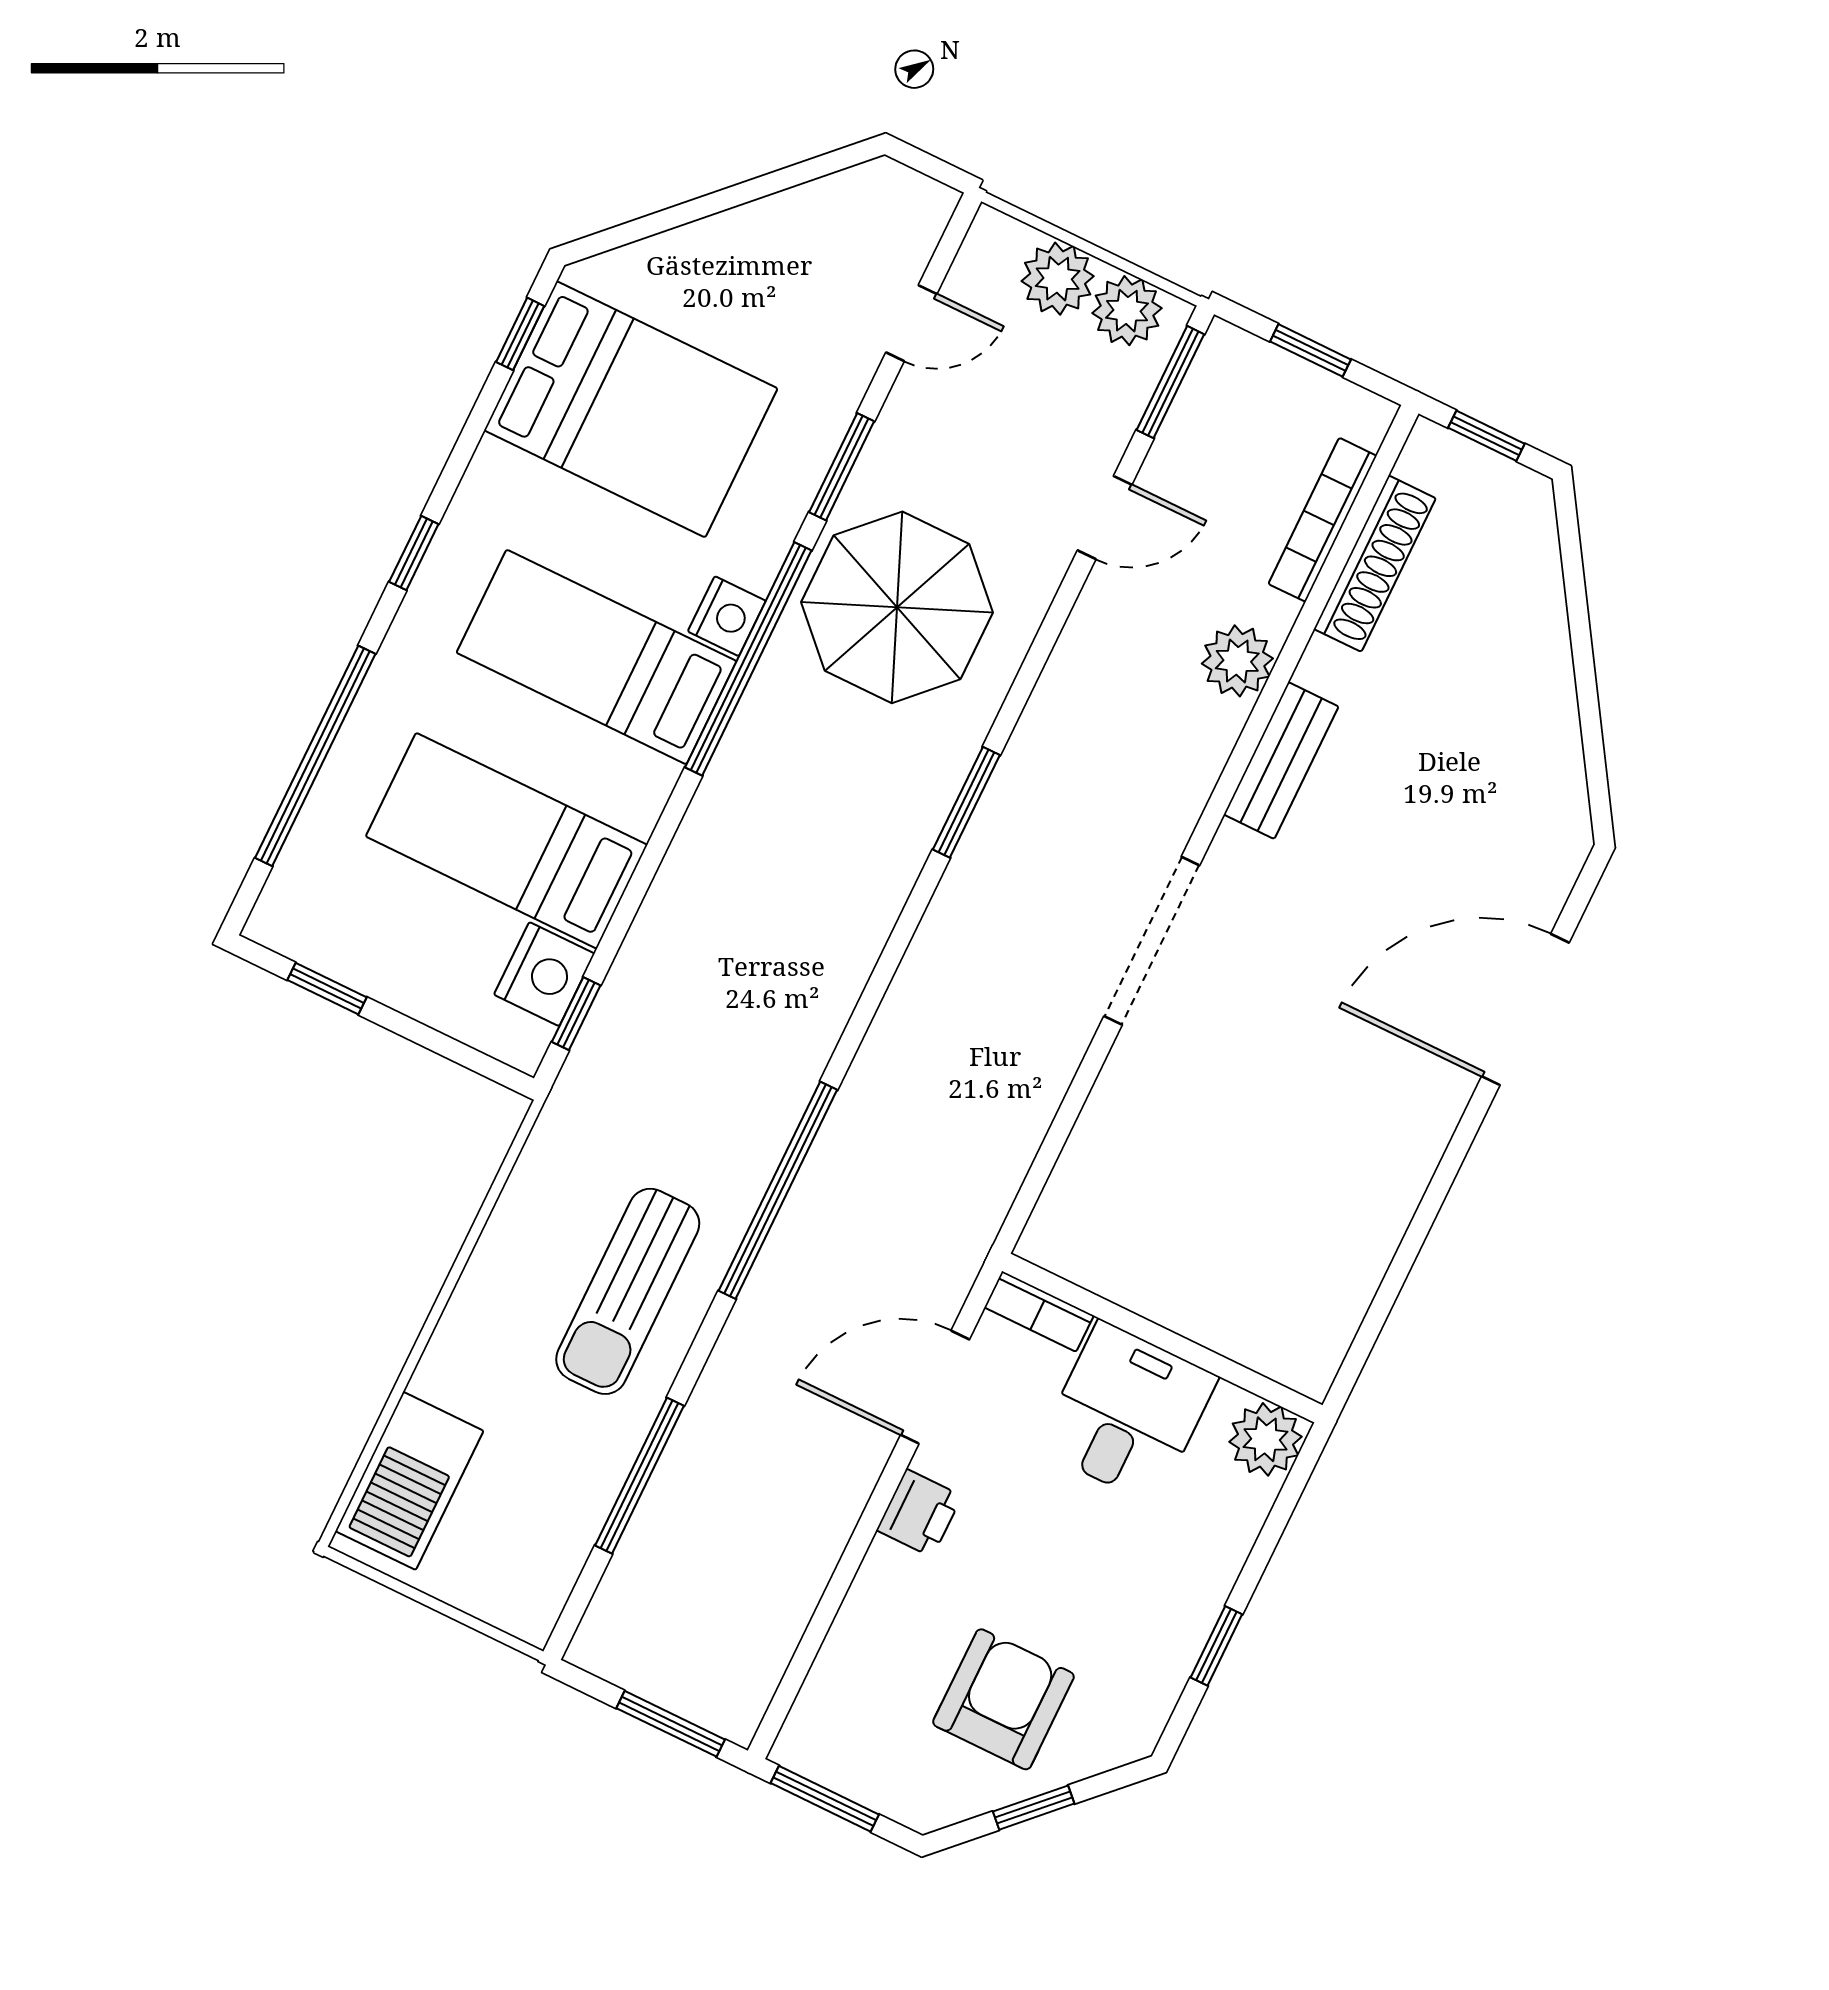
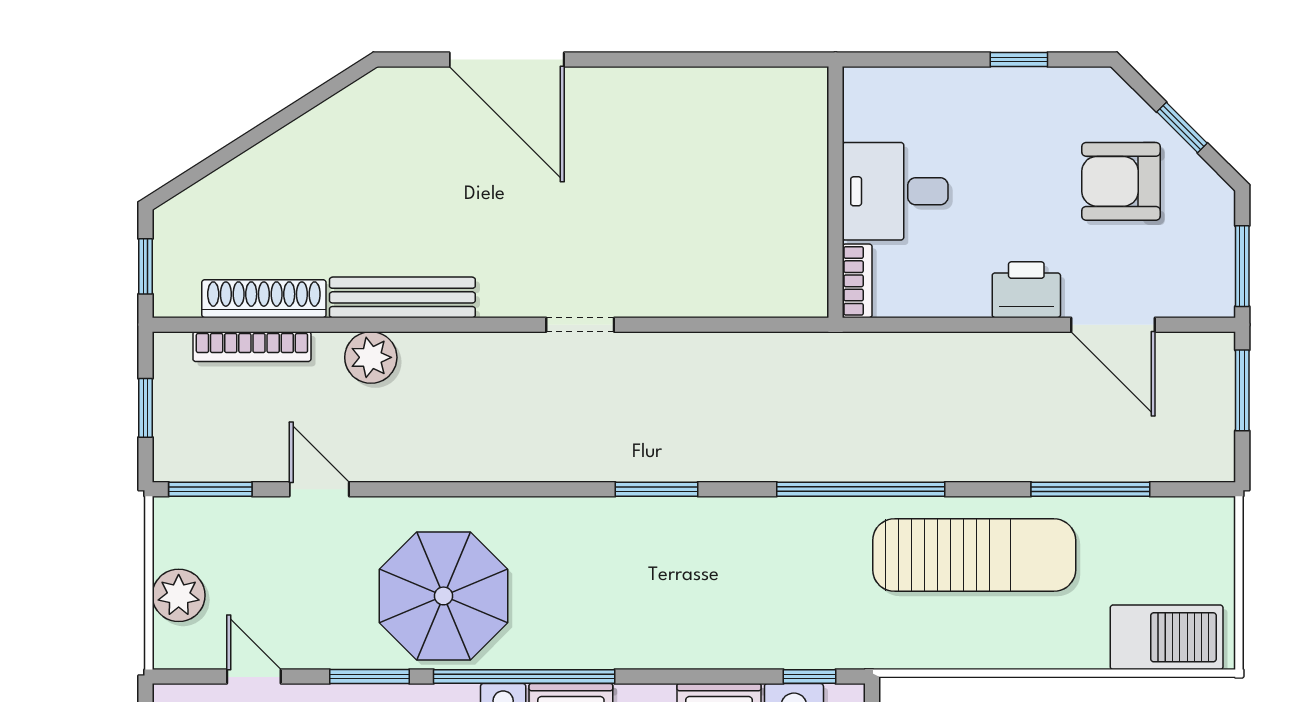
plant: (1127, 311) -> (178, 540), removed
bench: (1281, 761) -> (402, 297), width x1.36
window: (966, 802) -> (656, 489), moved
doorway: (1152, 941) -> (580, 325), width x0.53
sun lounger: (628, 1291) -> (974, 555), width x1.36, depth x1.34
door: (935, 1387) -> (1113, 325), moved
plant: (1266, 1439) -> (869, 93), removed
printer: (919, 1513) -> (1026, 290), width x1.36, depth x1.24

